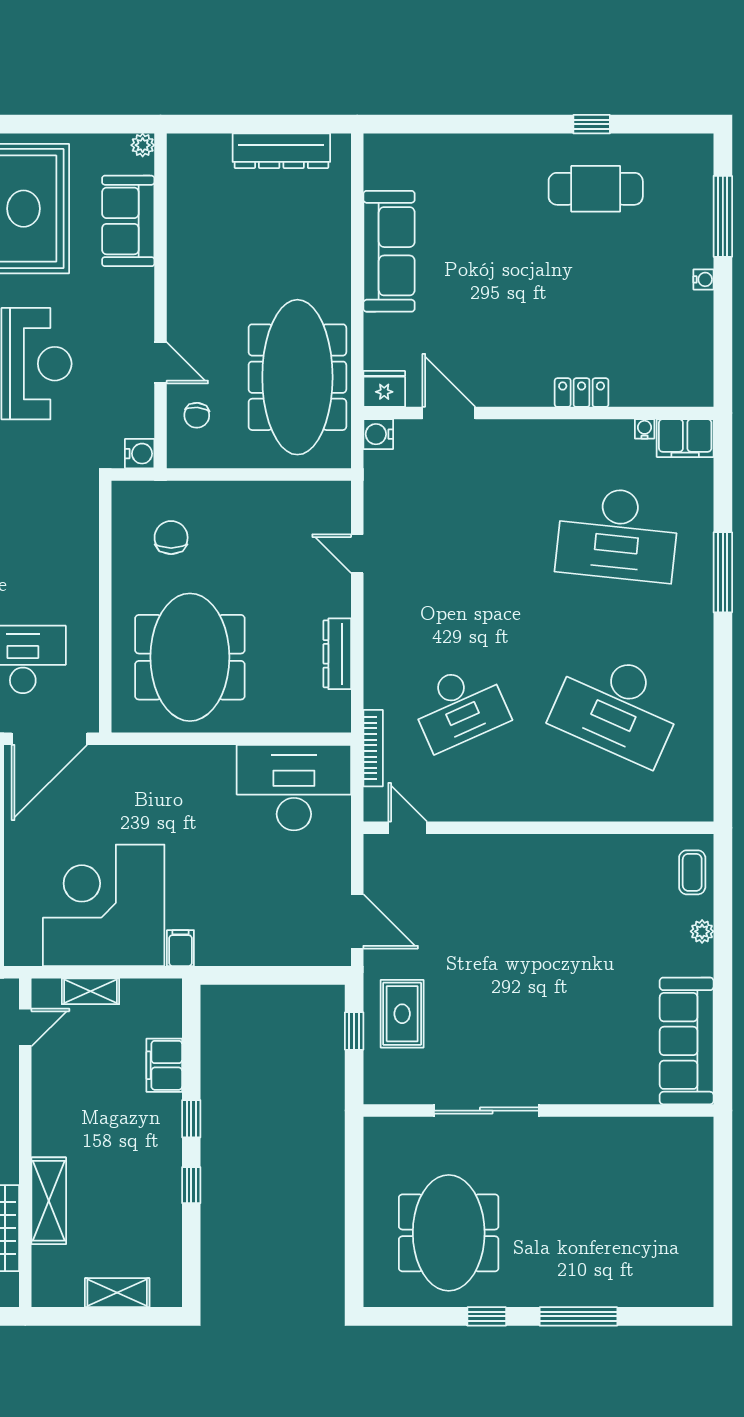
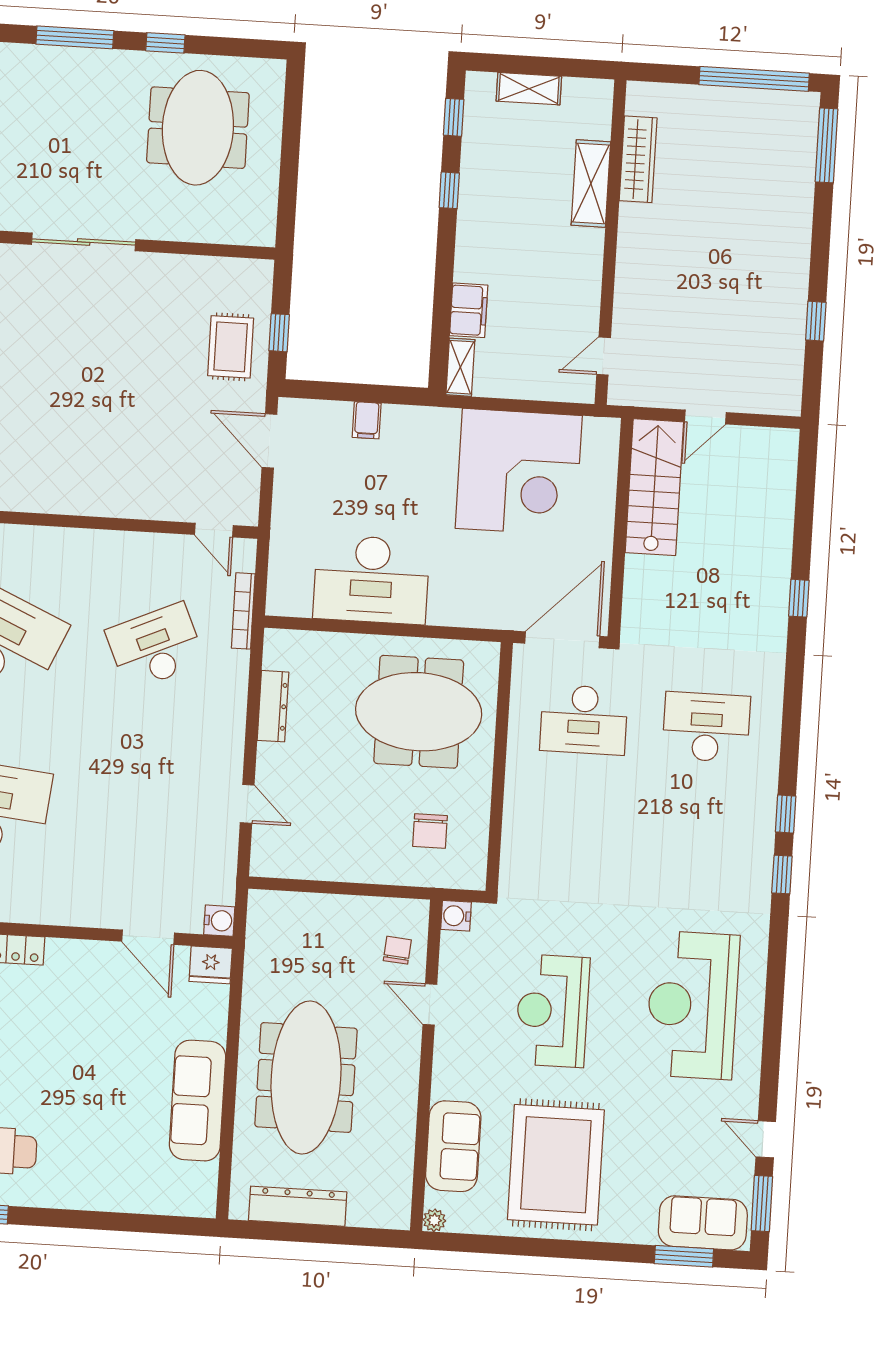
meeting table: (297, 377) -> (306, 1078), moved
meeting table: (190, 657) -> (419, 712), turned 90
desk: (294, 788) -> (371, 580), moved
filing cabinet: (180, 948) -> (367, 420), moved
shelving: (90, 991) -> (460, 367), moved, turned 90
sliding door: (486, 1111) -> (84, 242), moved
window: (191, 1119) -> (454, 117), moved

